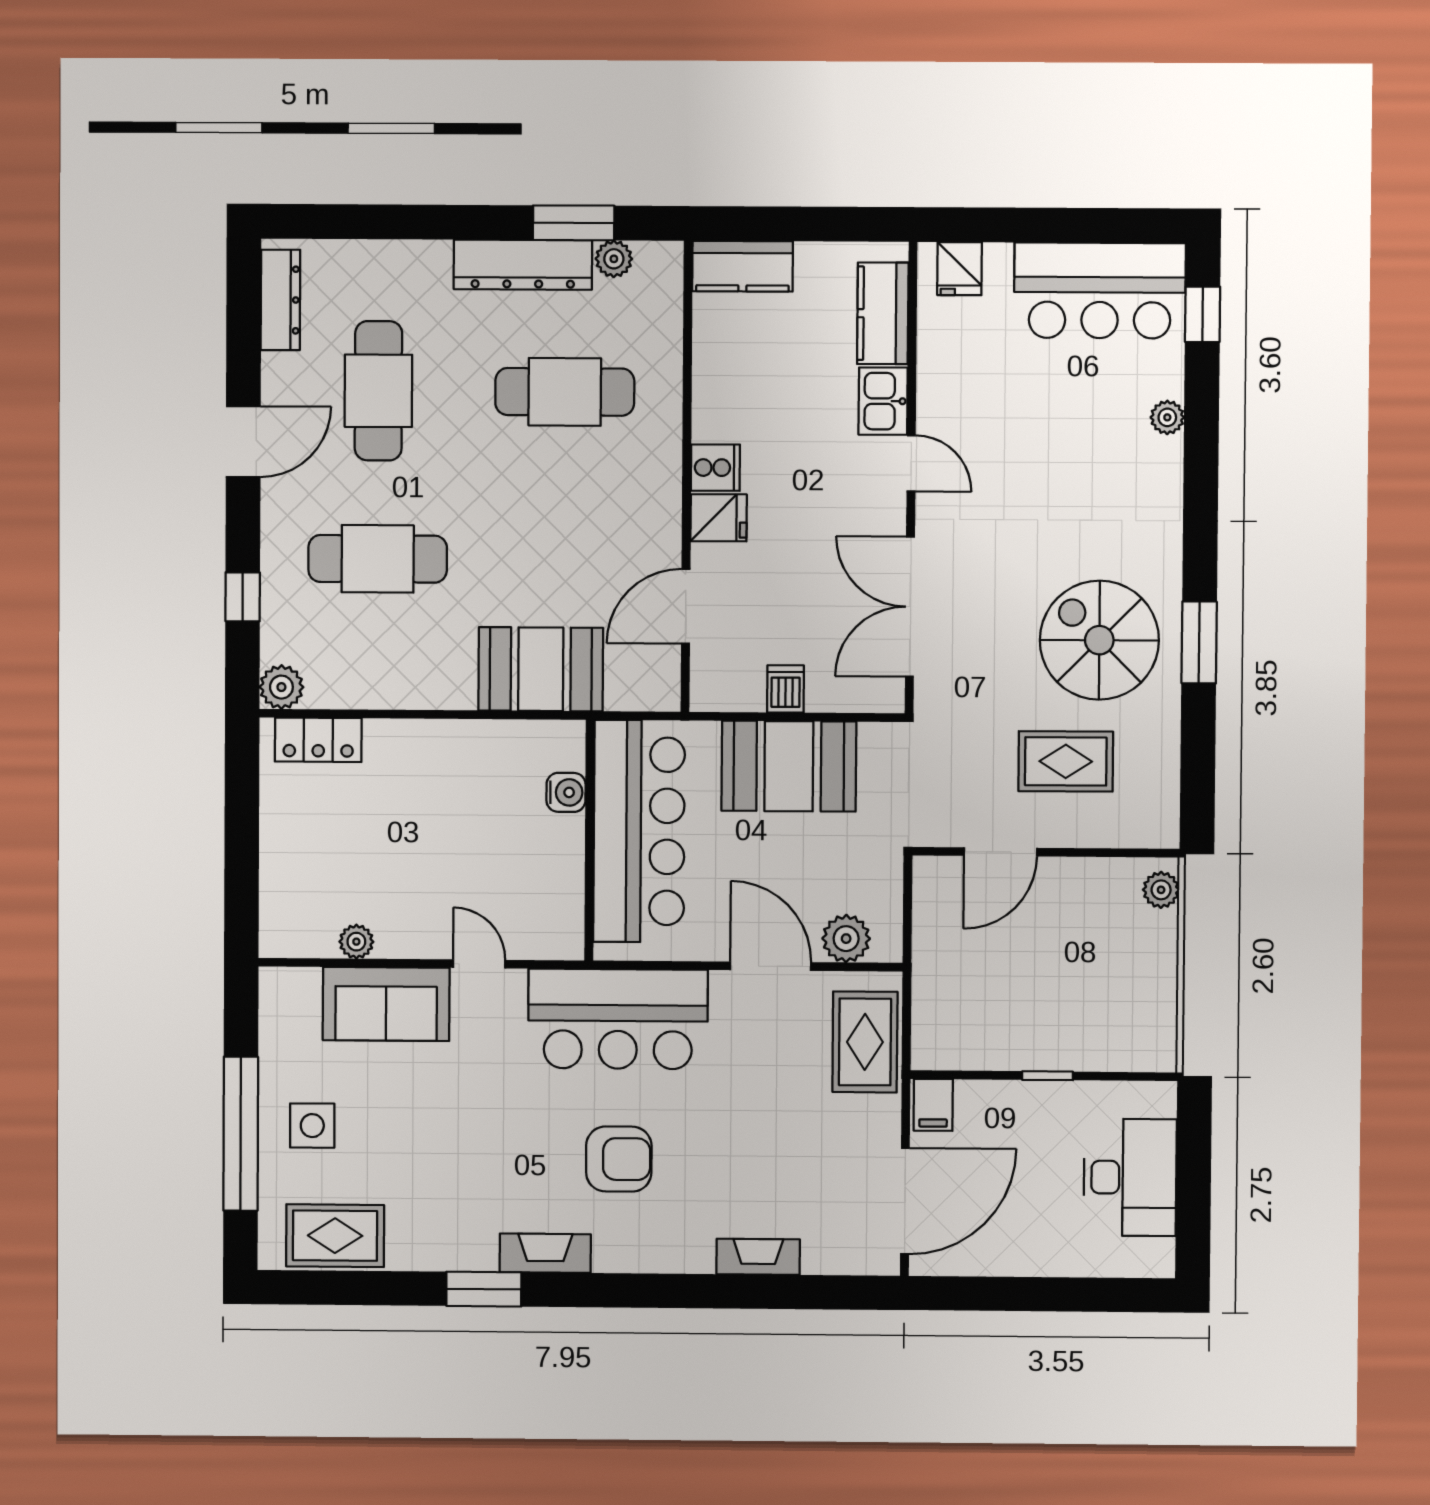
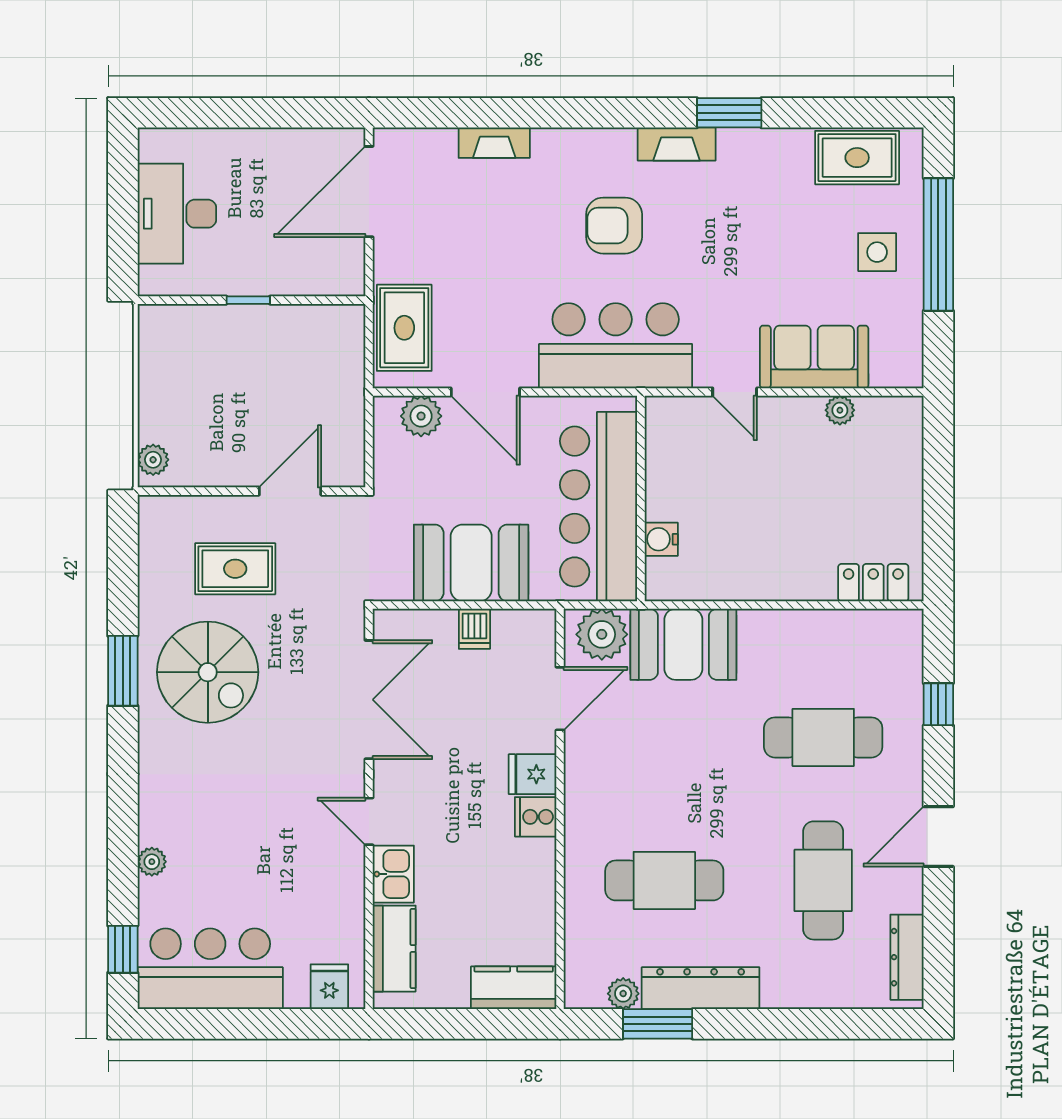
plant: (281, 687) -> (602, 634), moved, width x1.36, depth x1.36
filing cabinet: (933, 1105) -> (346, 274), removed

